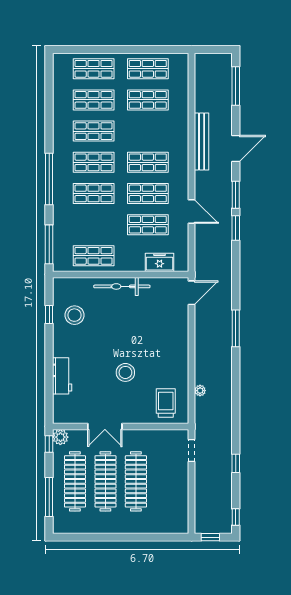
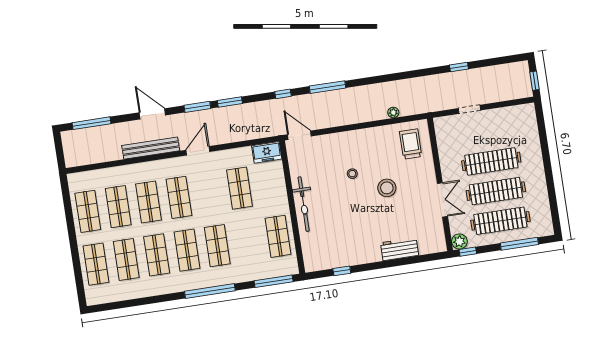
shop shelf: (148, 193) -> (149, 202), moved
door: (192, 211) -> (198, 151), moved
freezer: (160, 262) -> (267, 152), moved, turned -90
stool: (74, 315) -> (352, 174), moved, width x0.53, depth x0.53
trolley: (166, 403) -> (411, 144), turned 90
doorway: (192, 451) -> (469, 109), moved
window: (236, 517) -> (283, 94), moved

